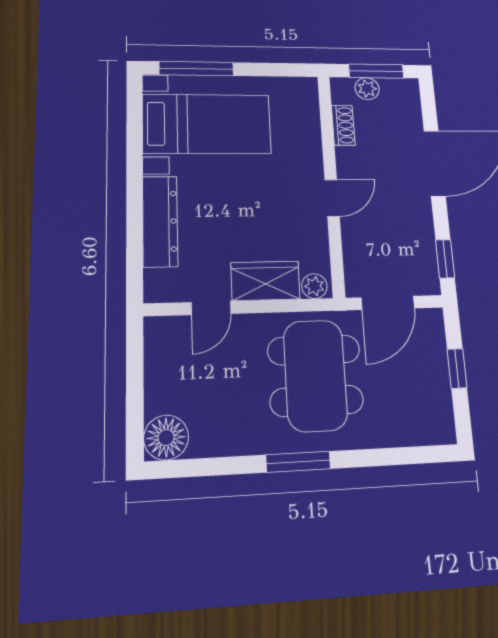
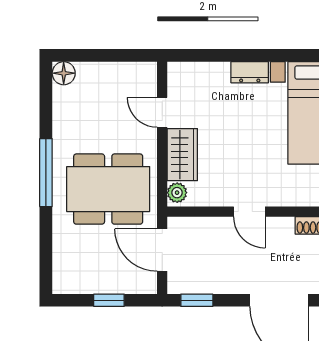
dresser: (160, 221) -> (250, 72), width x0.51, depth x0.80
floor lamp: (166, 438) -> (64, 73), width x0.73, depth x0.73
window: (298, 462) -> (46, 173), width x1.44

